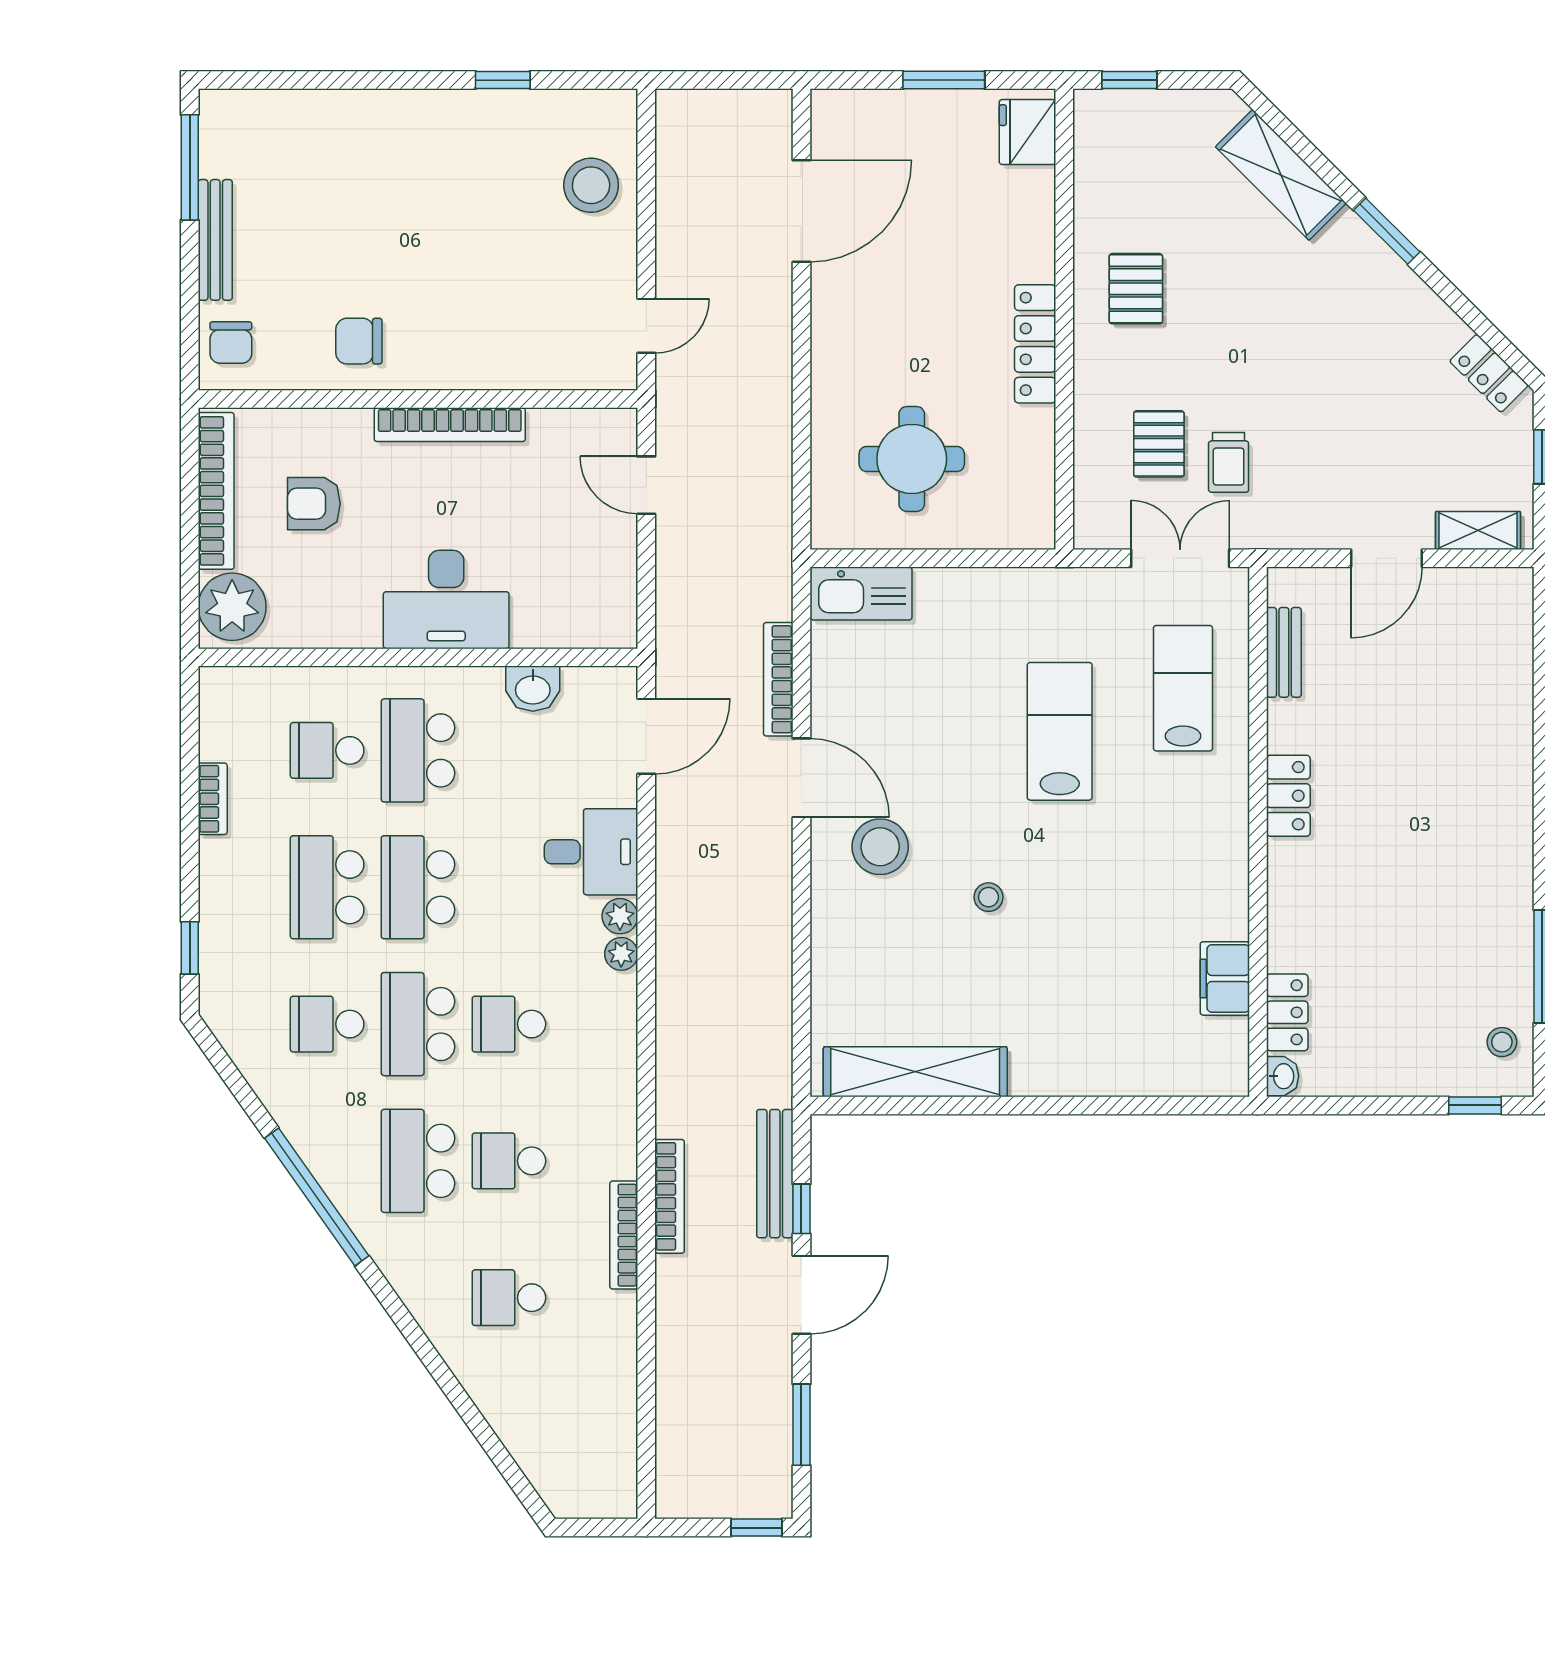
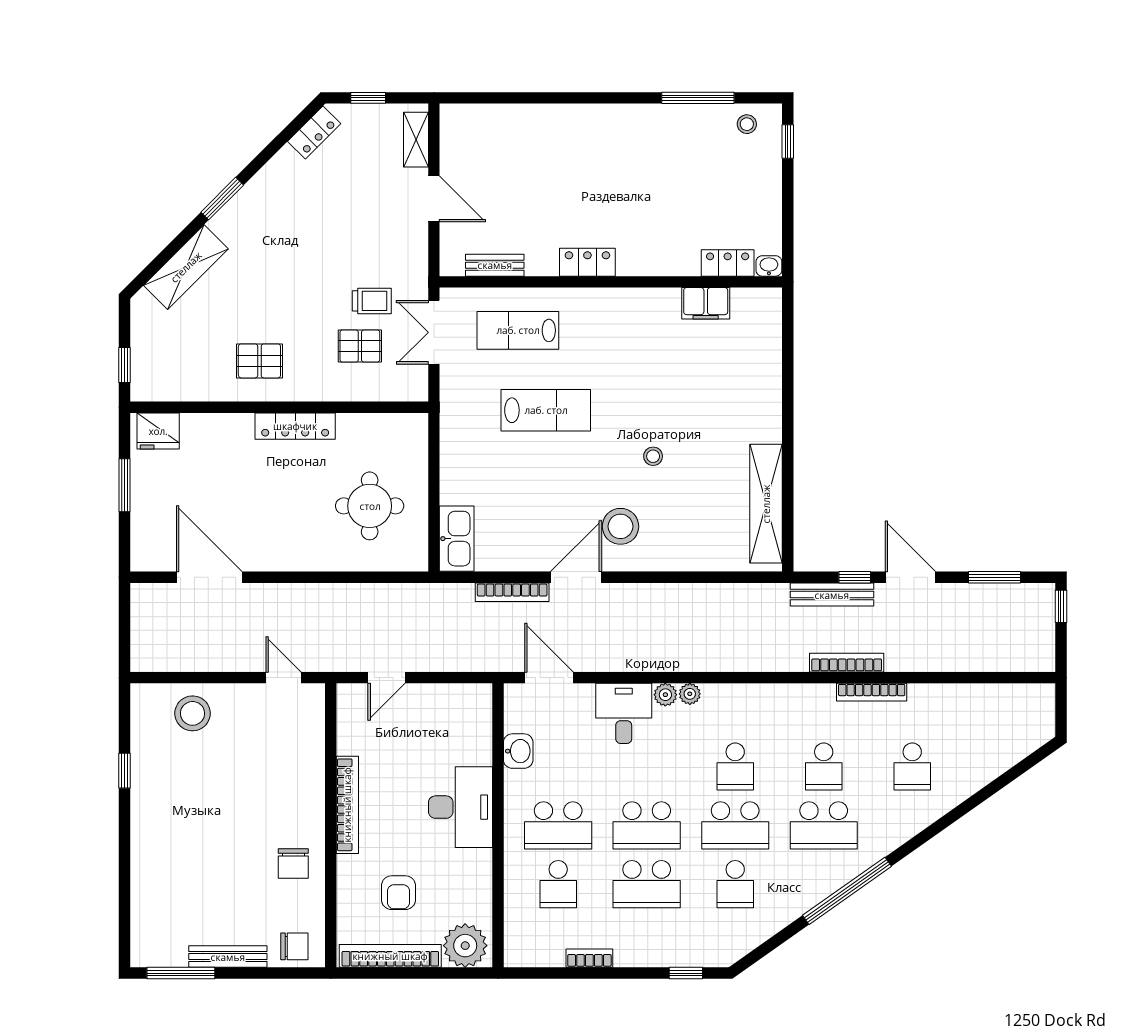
lab bench: (1060, 731) -> (546, 410), turned 180

